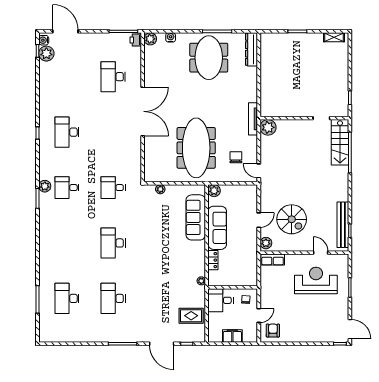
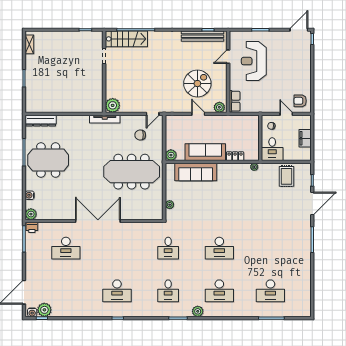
plant: (45, 186) -> (198, 311), moved
desk: (113, 298) -> (219, 291), moved

